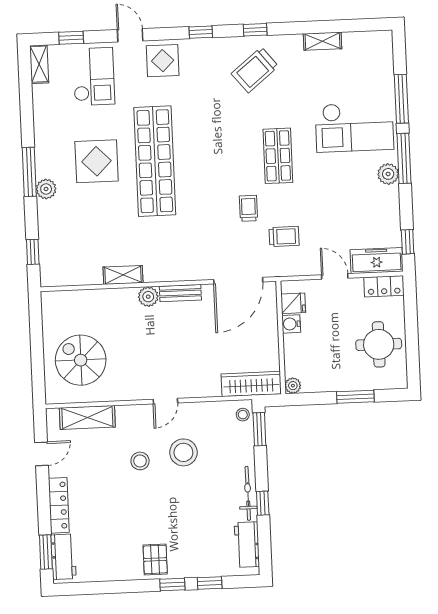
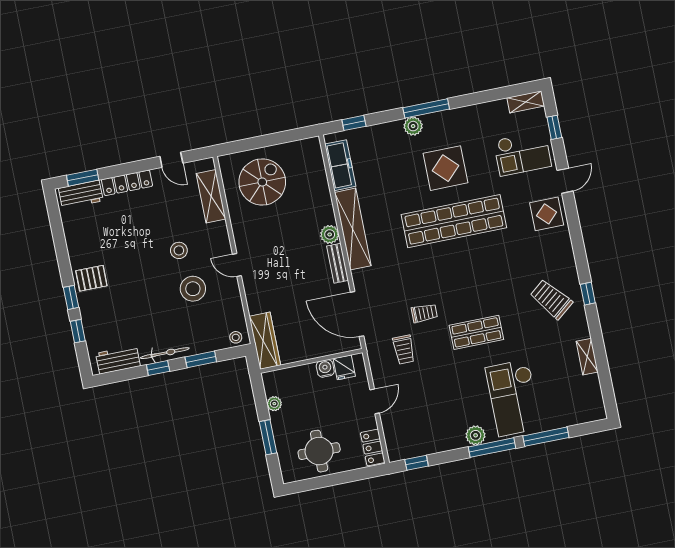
window: (201, 32) -> (578, 245), removed
freezer: (377, 261) -> (340, 165), moved
shelving: (123, 275) -> (353, 229), width x2.20, depth x1.33
plant: (293, 386) -> (274, 404), moved
window: (259, 429) -> (201, 359), moved

